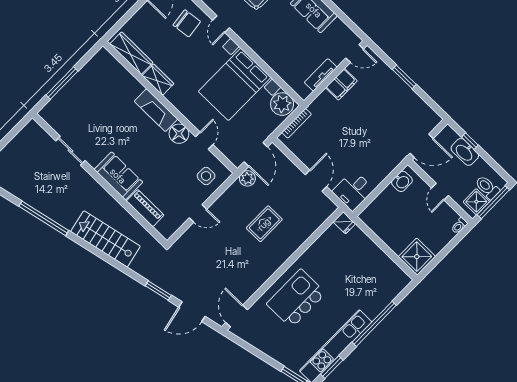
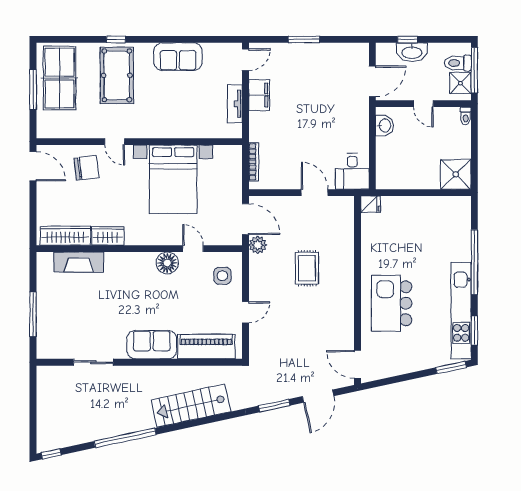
plant: (282, 104) -> (227, 158), removed
fireplace: (156, 110) -> (79, 262), moved
piano: (145, 208) -> (206, 347), width x1.37, depth x1.33

